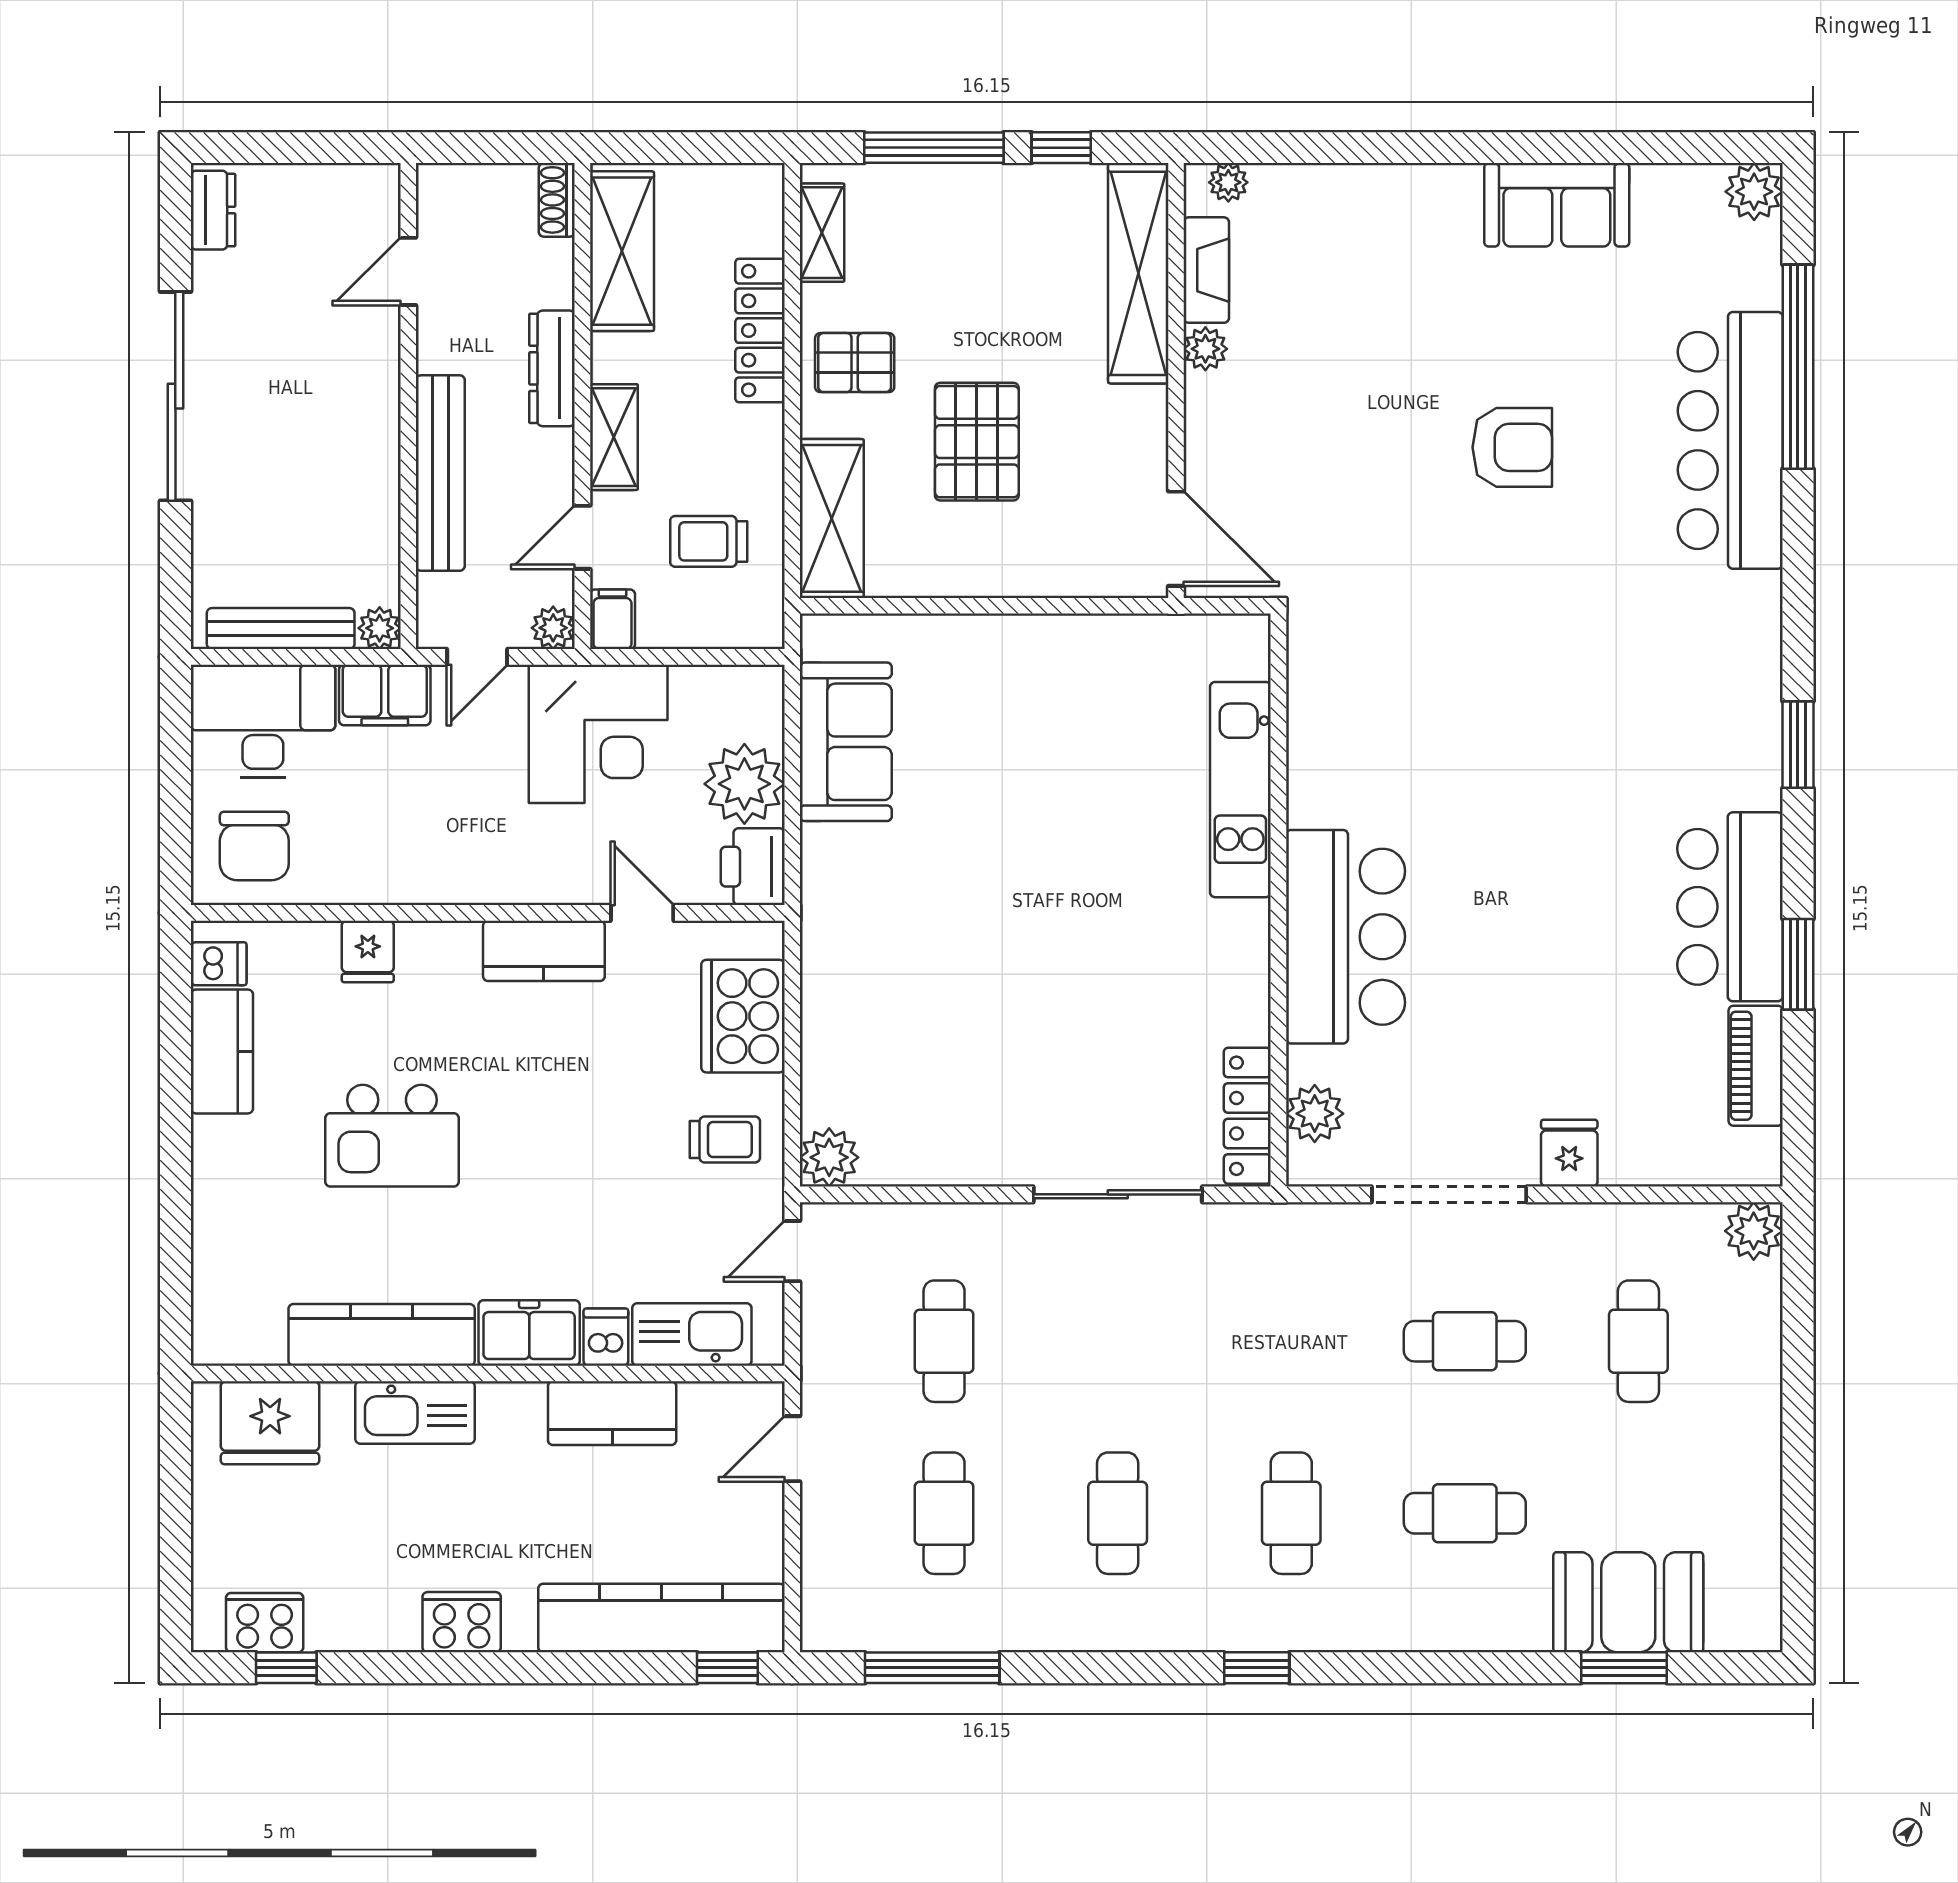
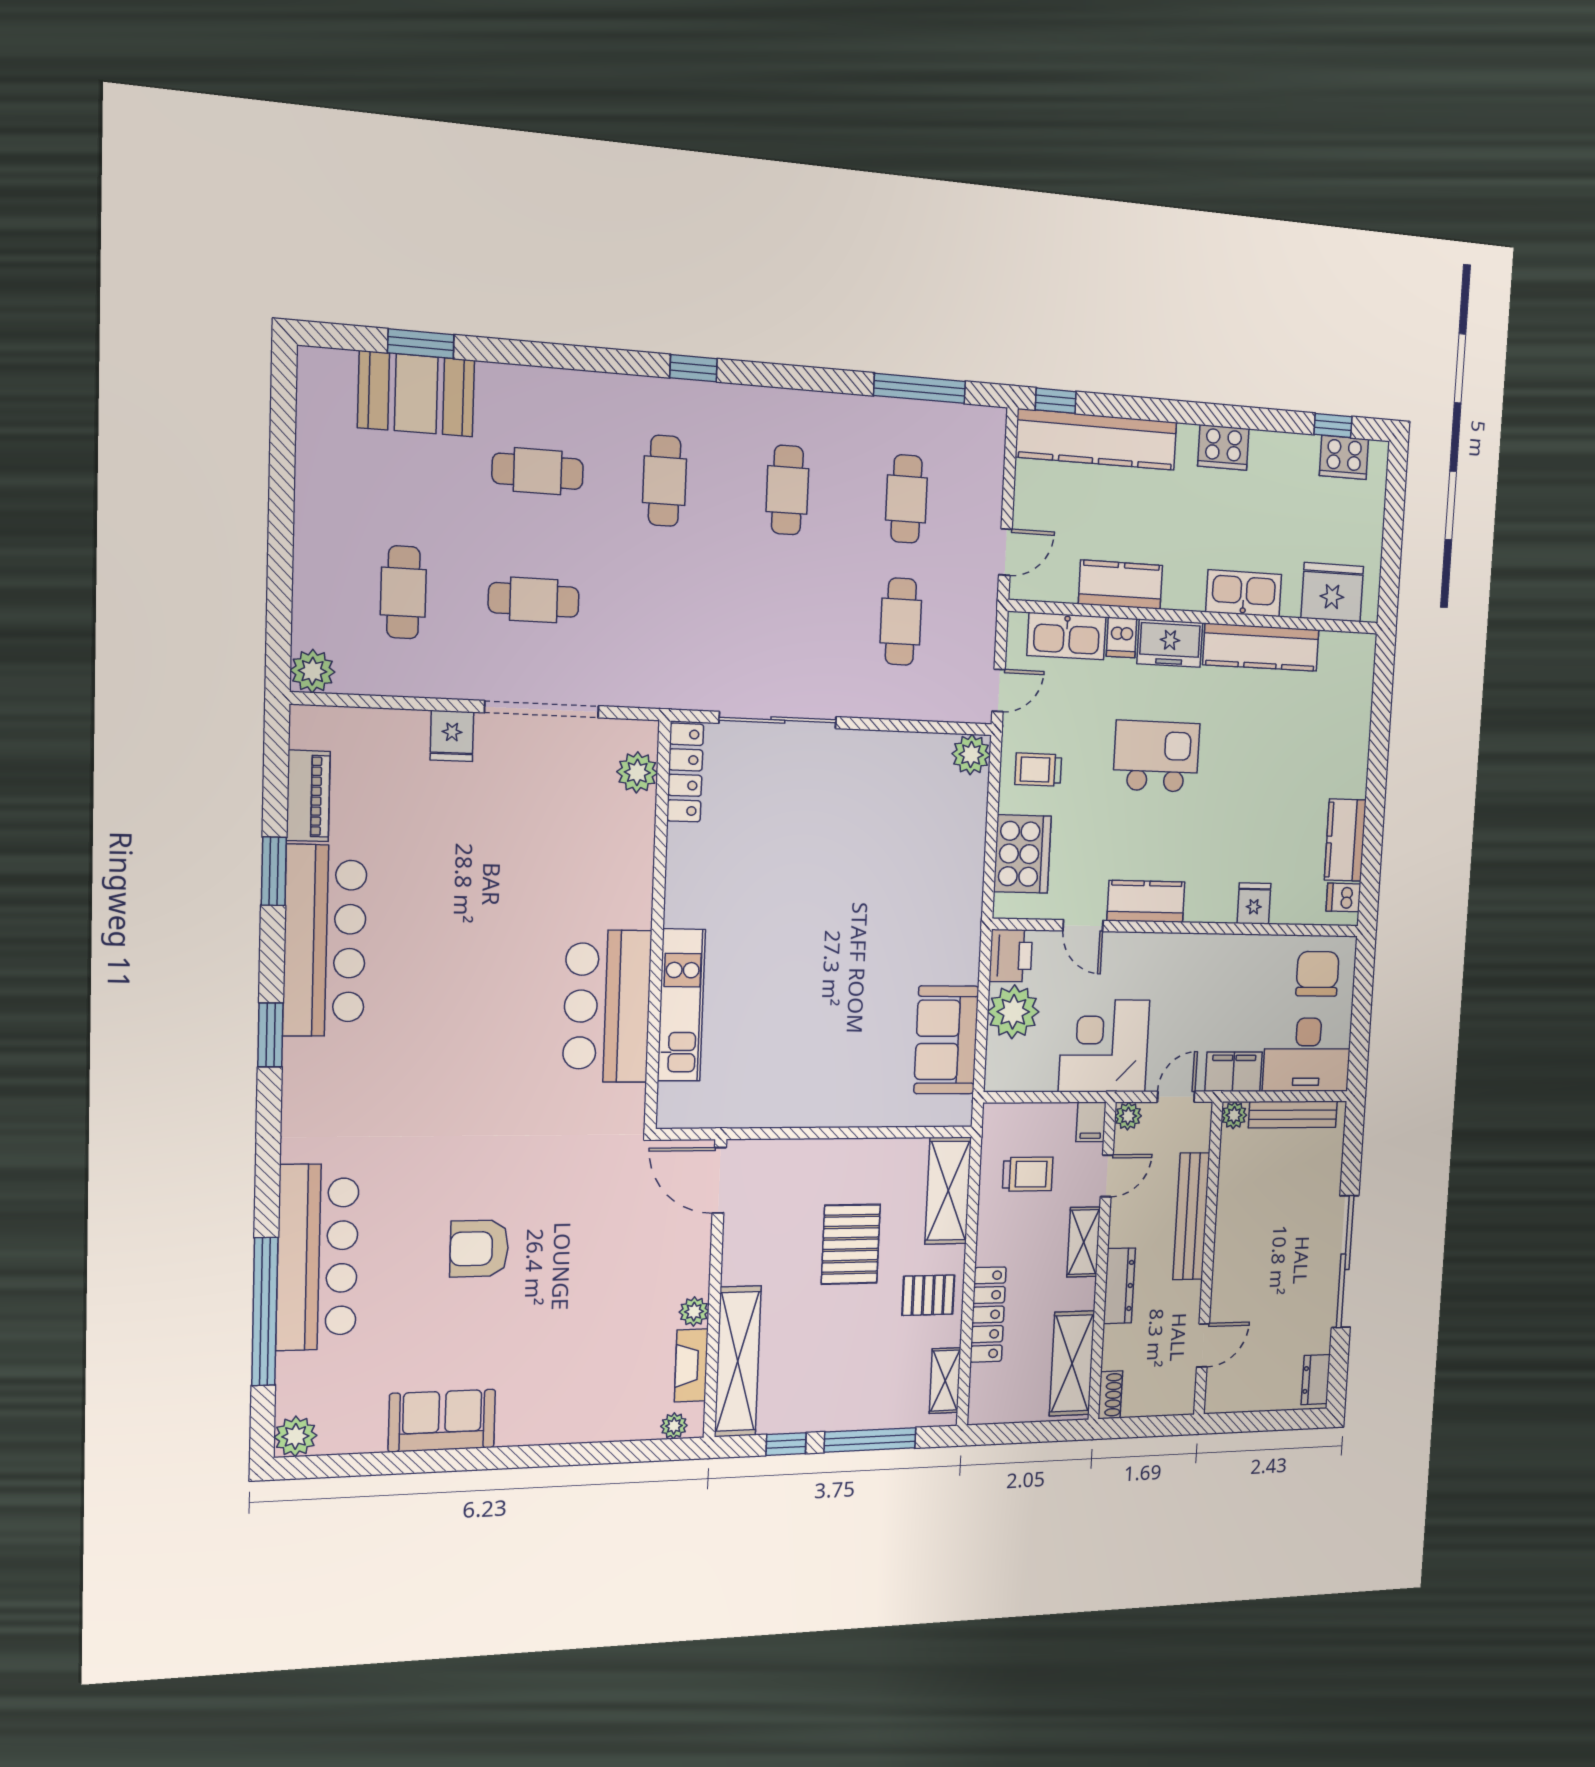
bar counter: (1730, 907) -> (325, 941), width x1.36
bar counter: (1346, 937) -> (607, 1006), moved
kitchen island: (392, 1136) -> (1156, 756), moved

